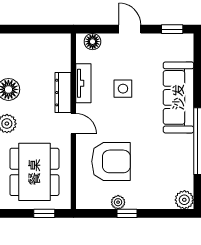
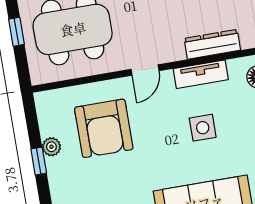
dresser: (63, 93) -> (212, 44), moved
window: (44, 213) -> (17, 32), moved

